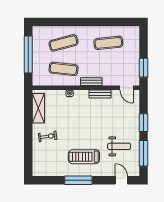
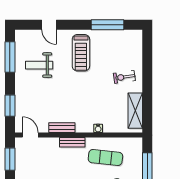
window: (143, 123) -> (10, 106), moved
treadmill: (84, 157) -> (81, 53), turned 90
window: (78, 180) -> (108, 25), moved
door: (121, 180) -> (49, 25), moved

